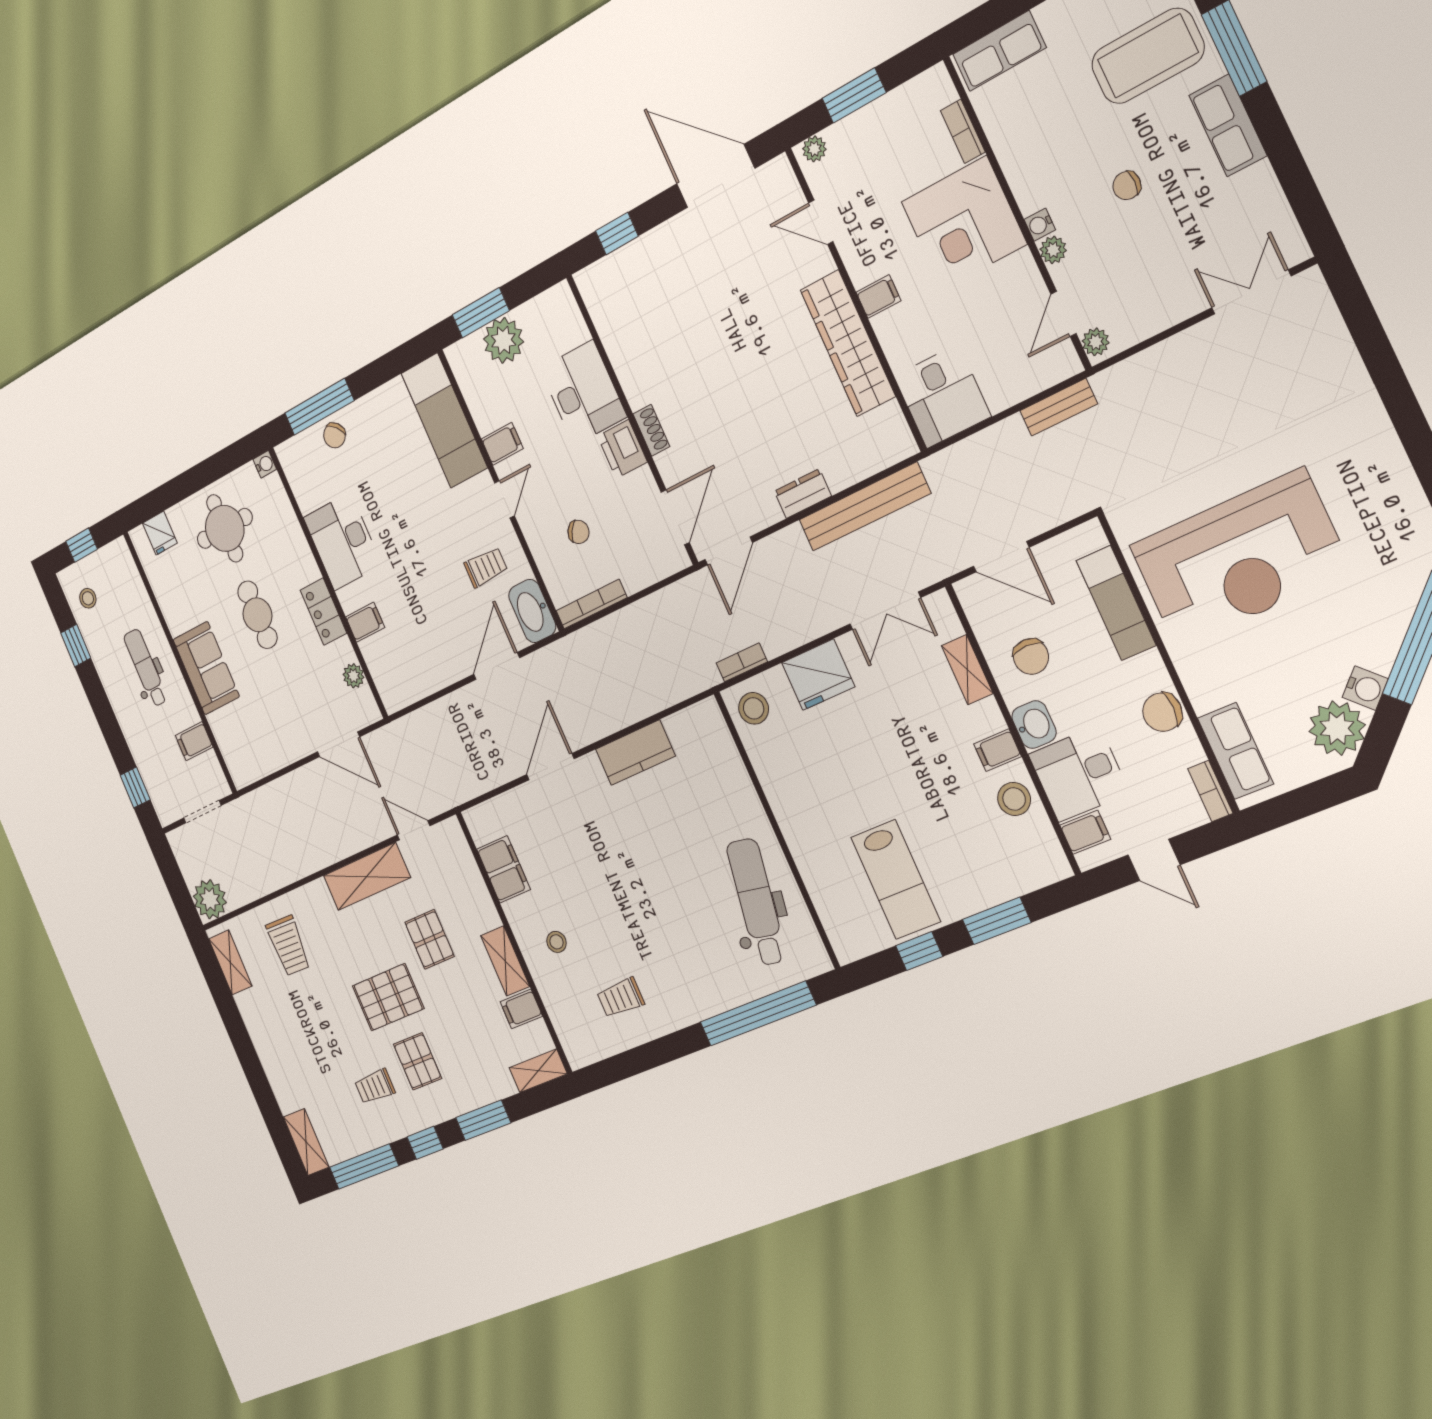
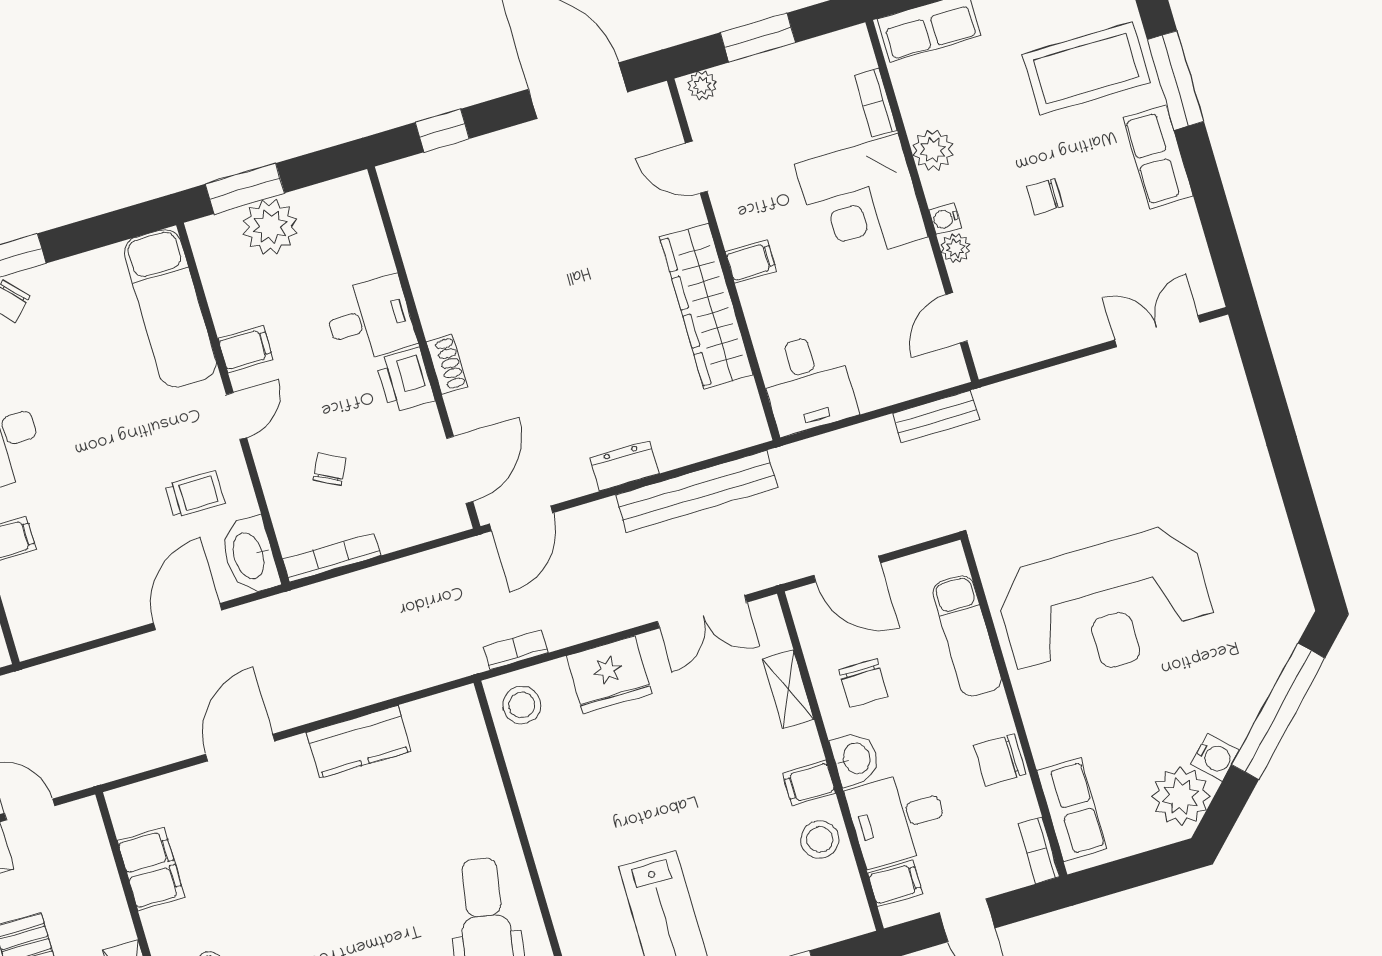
plant: (1096, 342) -> (933, 150), moved, width x1.38, depth x1.38
desk: (583, 393) -> (370, 319), width x0.73
chair: (578, 532) -> (330, 469), turned -95

